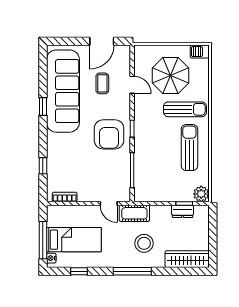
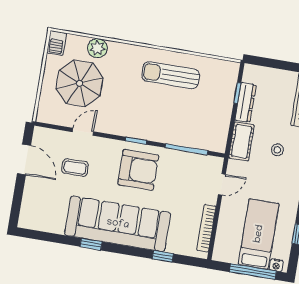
sofa: (63, 91) -> (118, 224), moved
sun lounger: (185, 109) -> (123, 73), removed
plant: (201, 194) -> (97, 48), moved
bookcase: (65, 197) -> (206, 228), width x1.56
dresser: (183, 211) -> (246, 102), width x1.44
cot: (134, 213) -> (241, 141), moved
stool: (144, 243) -> (277, 150), width x0.53, depth x0.53

